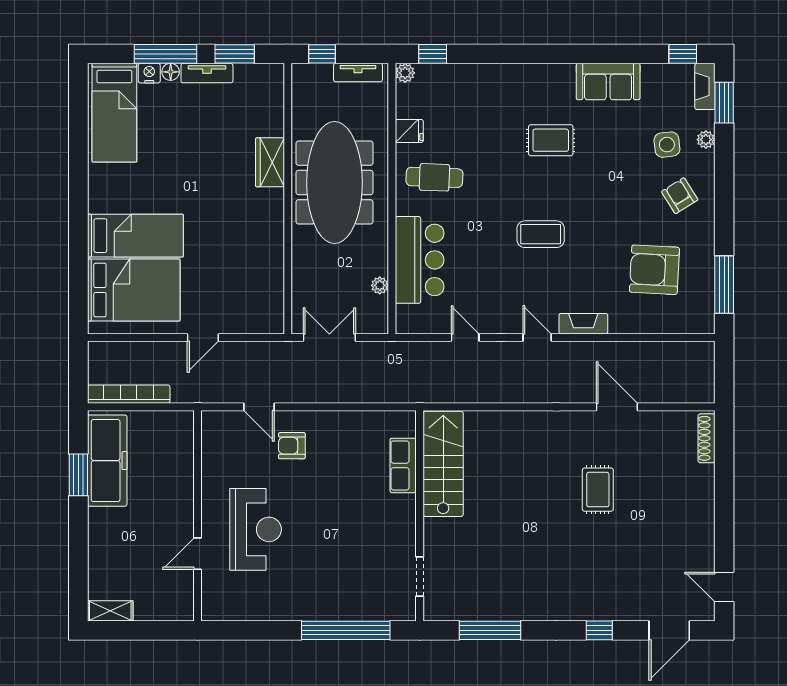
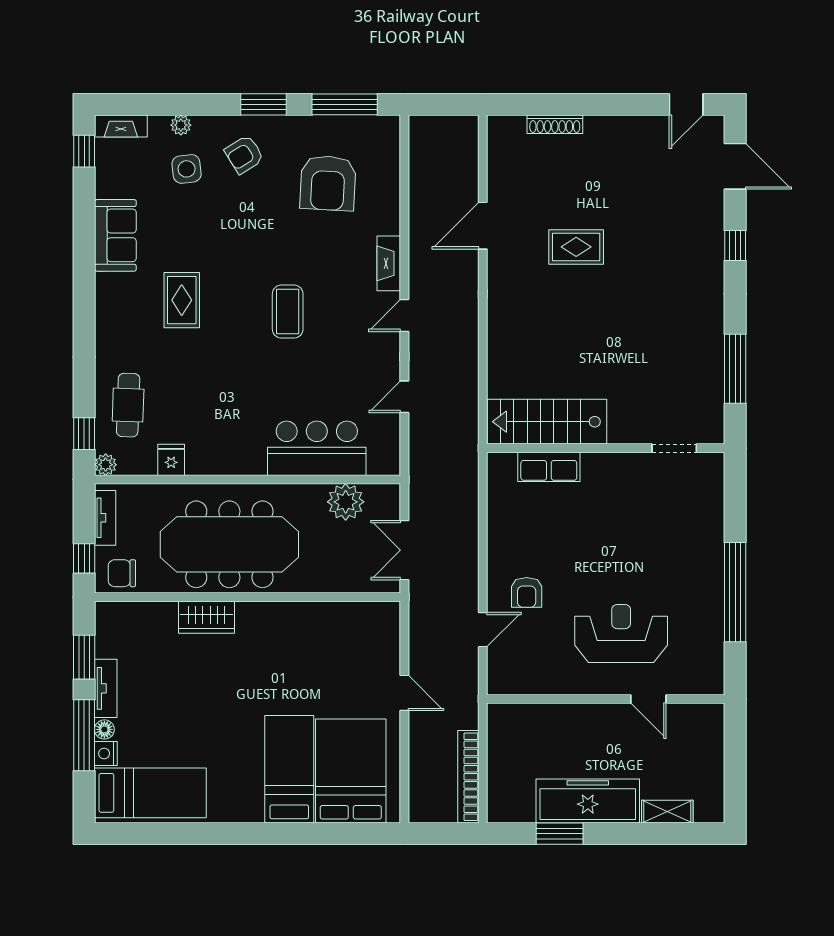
chair: (309, 87) -> (122, 573), added
window: (724, 103) -> (263, 104), moved
cafe table: (434, 177) -> (128, 405), moved
plant: (380, 285) -> (346, 502), width x1.88, depth x1.88
shoe rack: (706, 438) -> (555, 124), moved
freezer: (107, 461) -> (588, 801), moved
shelving: (110, 611) -> (667, 812), moved, turned 90
window: (346, 630) -> (735, 592), moved

